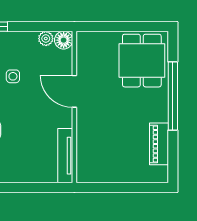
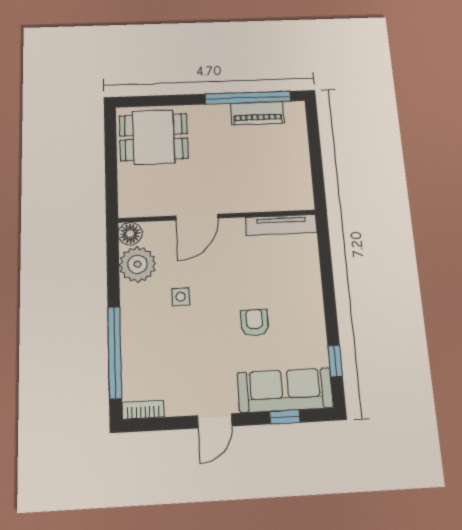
plant: (46, 39) -> (137, 264), width x1.87, depth x1.87
window: (173, 96) -> (248, 98), moved

